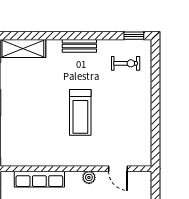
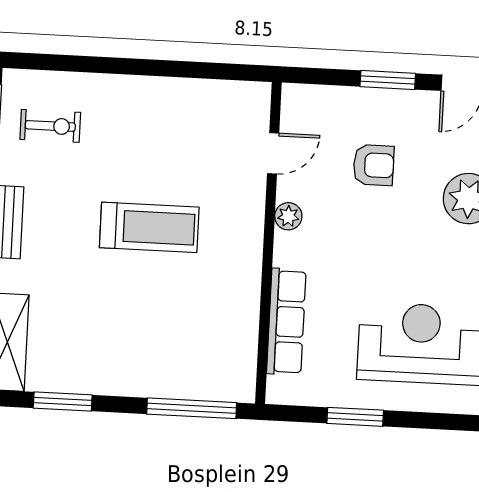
exercise bike: (126, 63) -> (50, 126), turned 90

